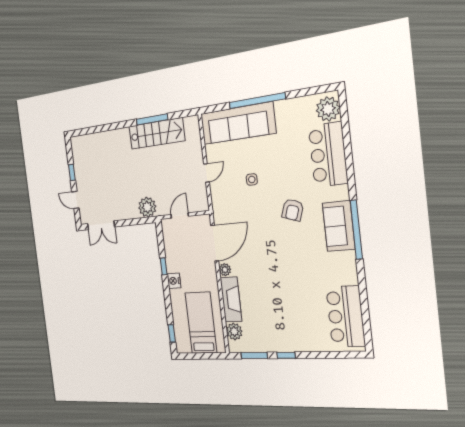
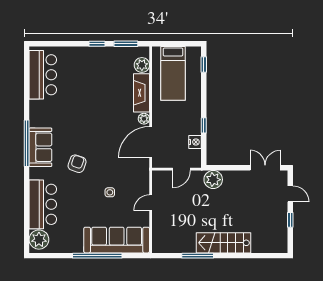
stairs: (157, 133) -> (224, 243), moved
nightstand: (174, 281) -> (195, 142), moved

